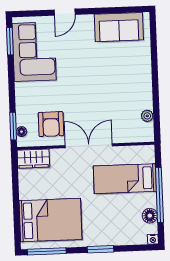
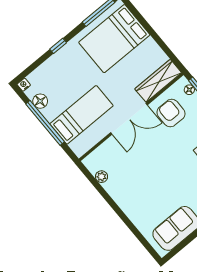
wardrobe: (33, 159) -> (158, 81), width x1.50
window: (101, 249) -> (58, 46), width x0.67

